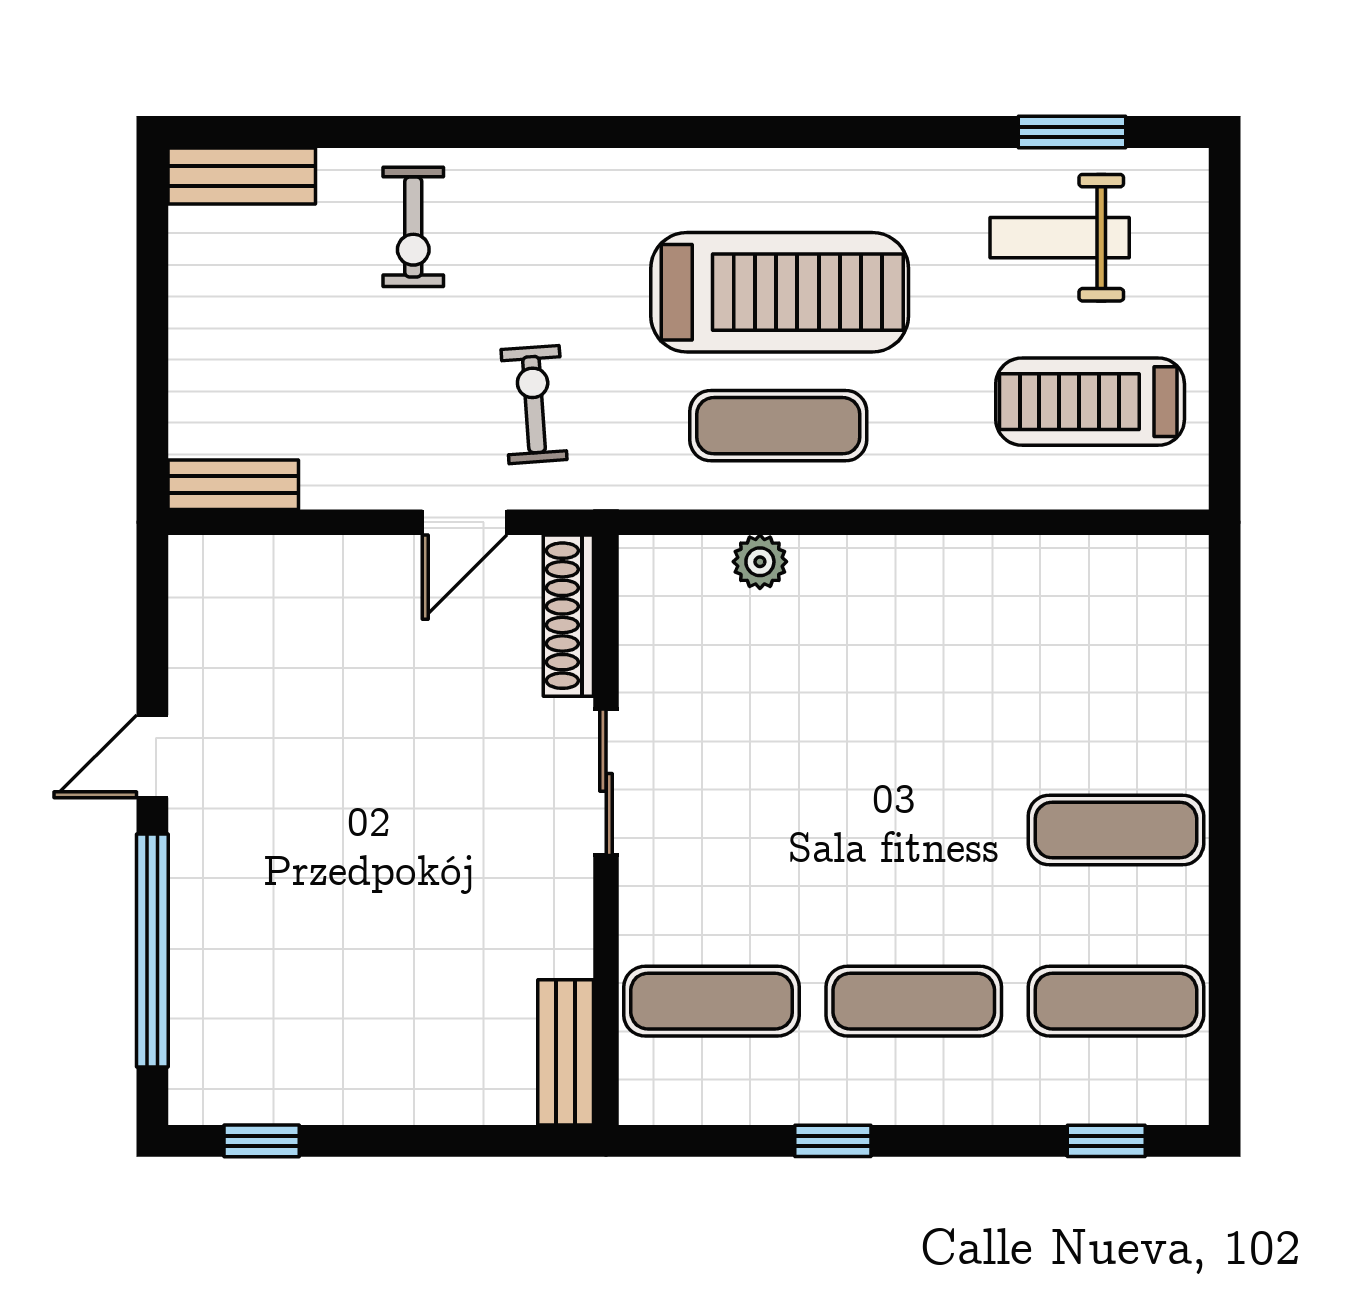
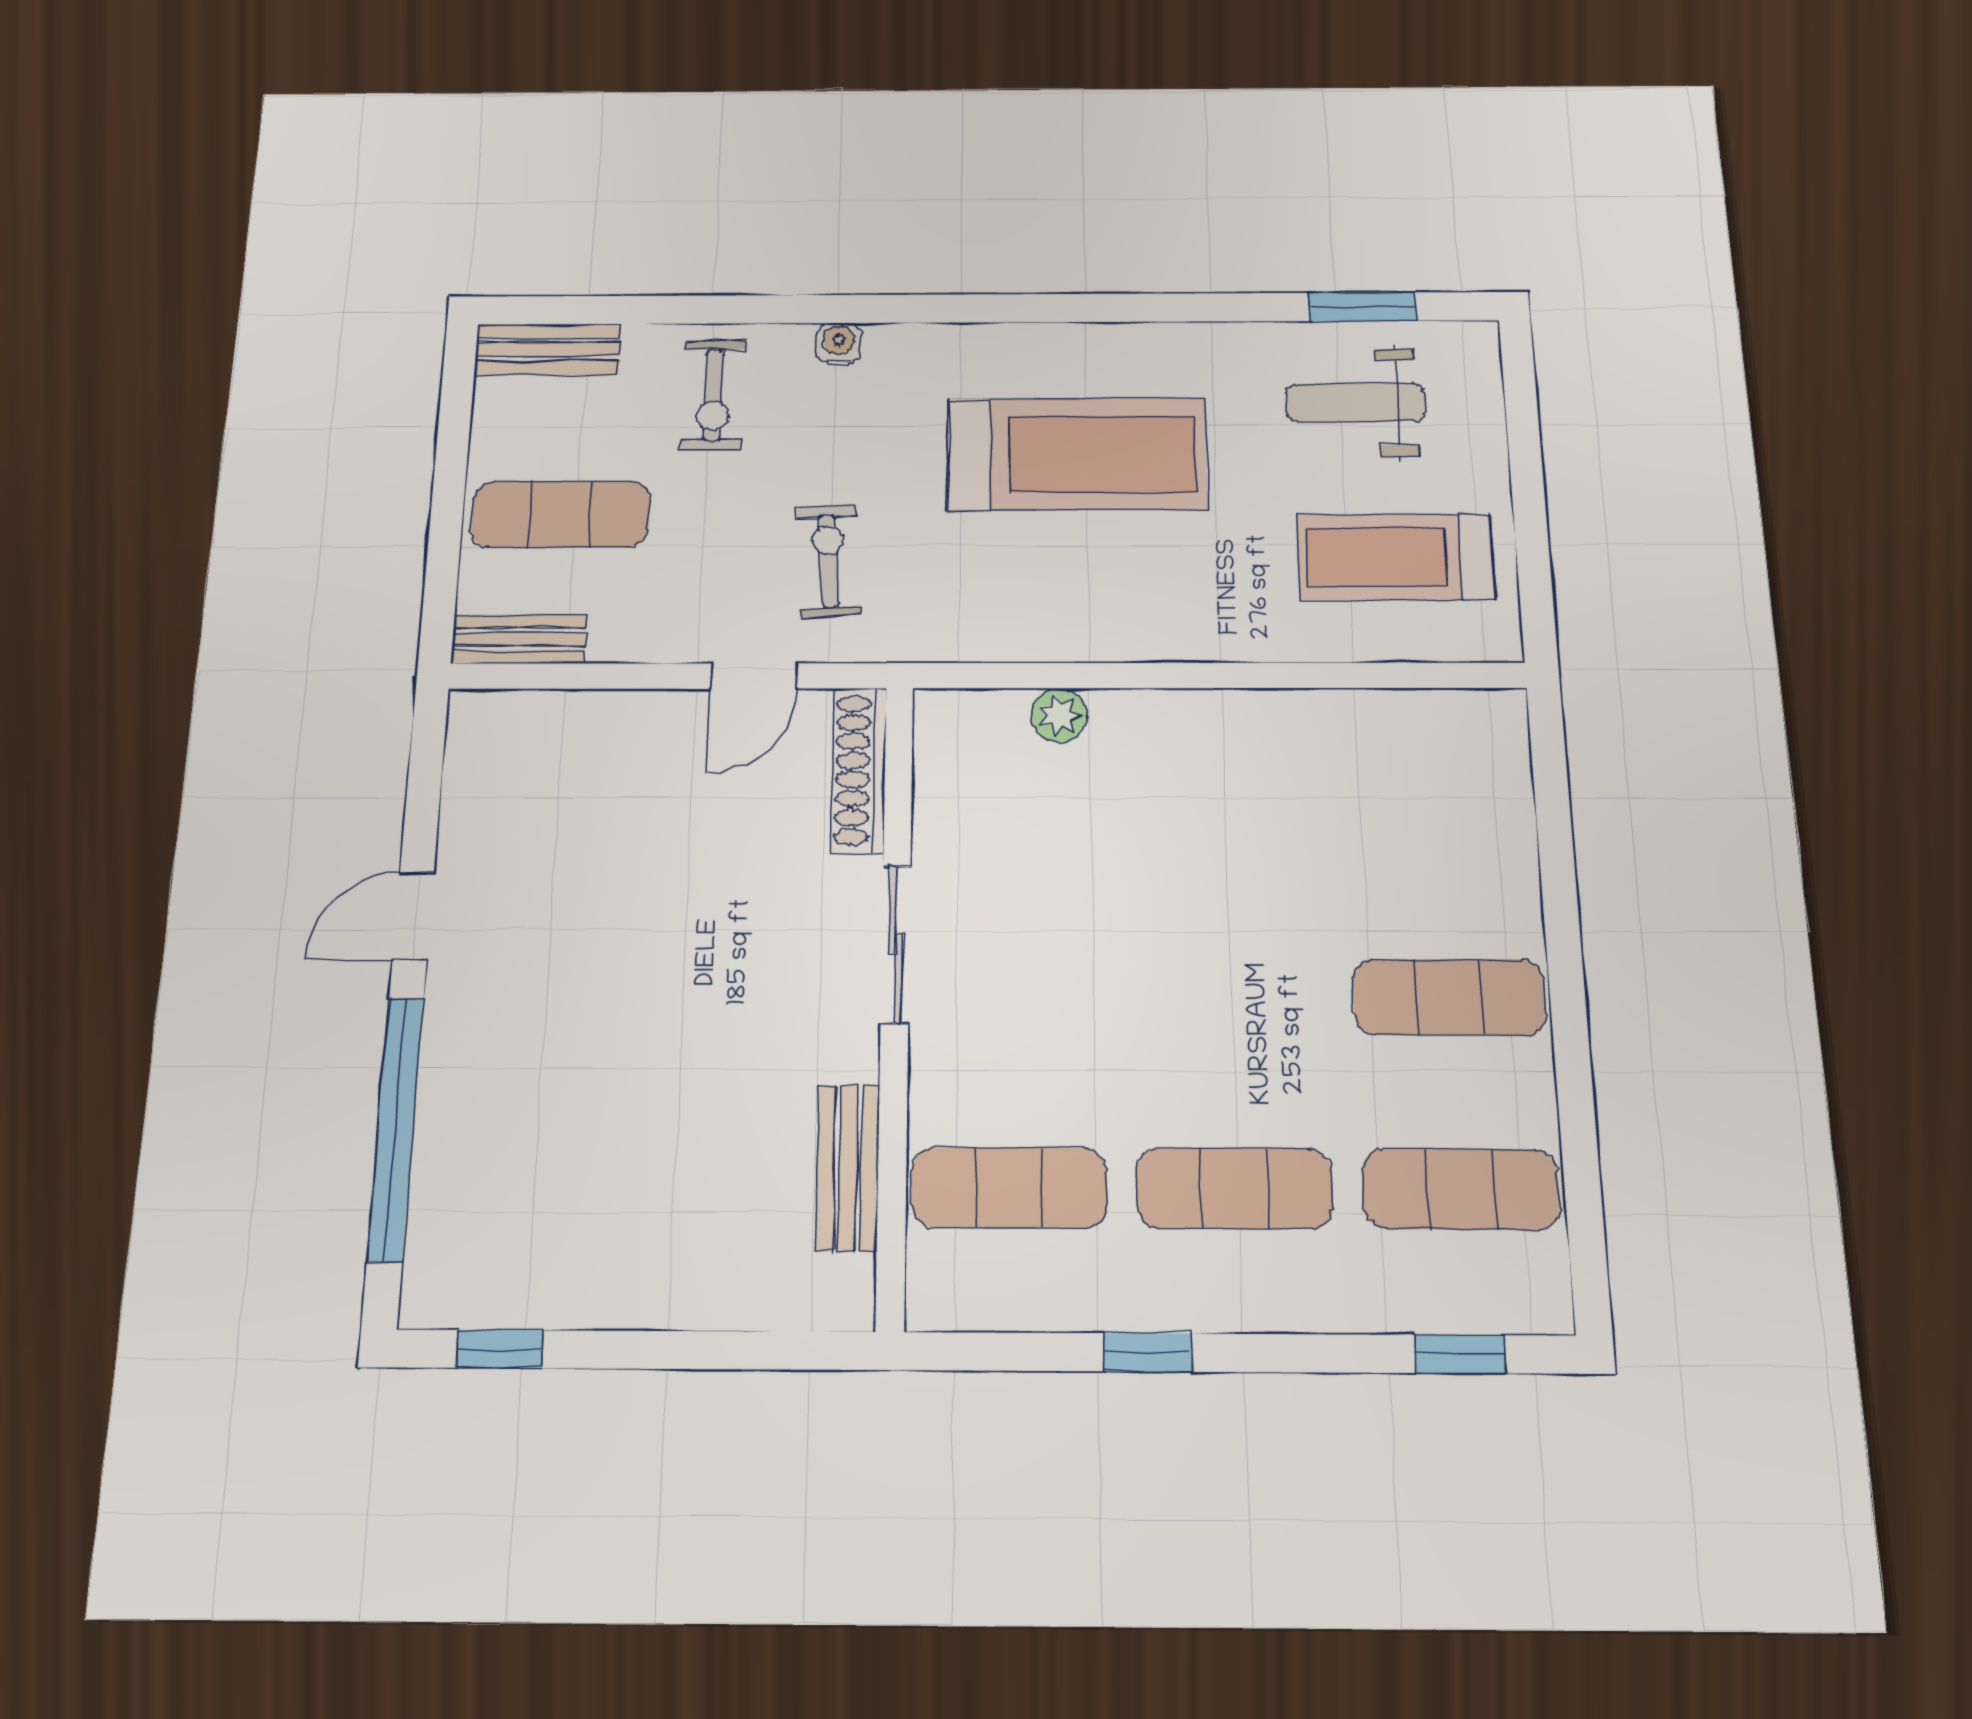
water cooler: (539, 170) -> (839, 343), added
exercise mat: (778, 426) -> (560, 514), moved
bench: (566, 1052) -> (848, 1168), moved

